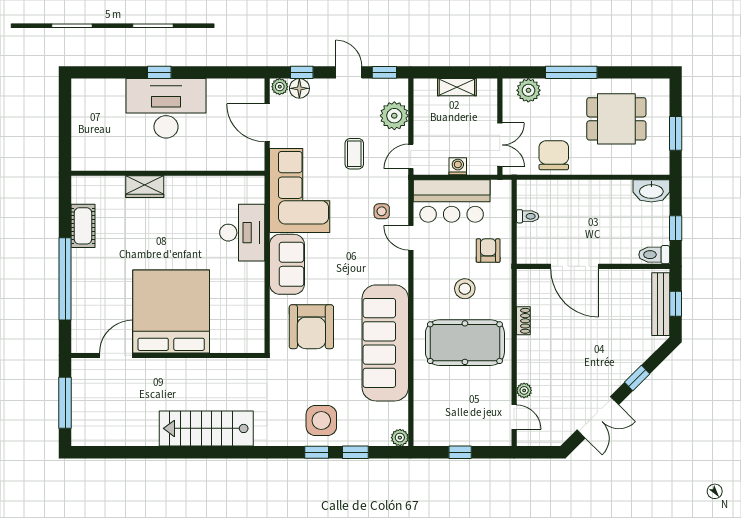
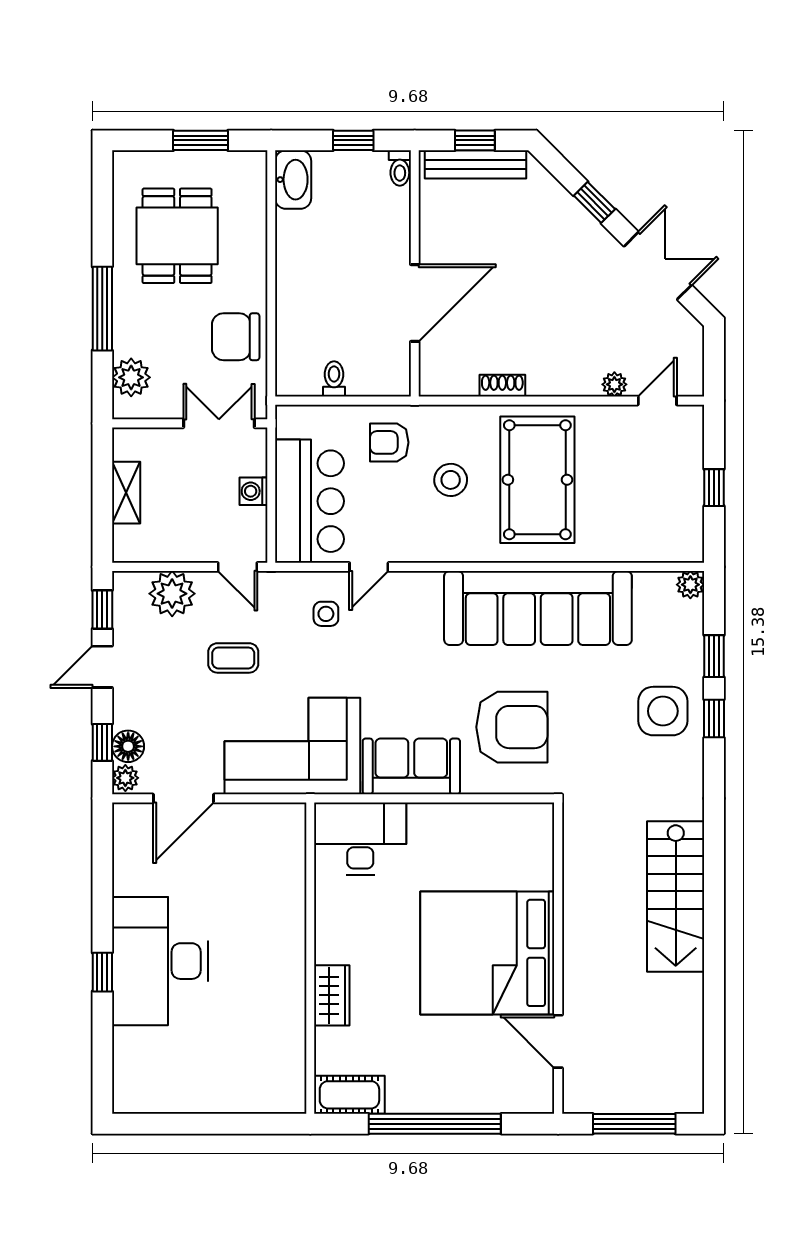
wall: (168, 173) -> (310, 958), moved
wardrobe: (145, 187) -> (332, 995), moved
toilet: (654, 255) -> (400, 168), width x0.73, depth x0.72

